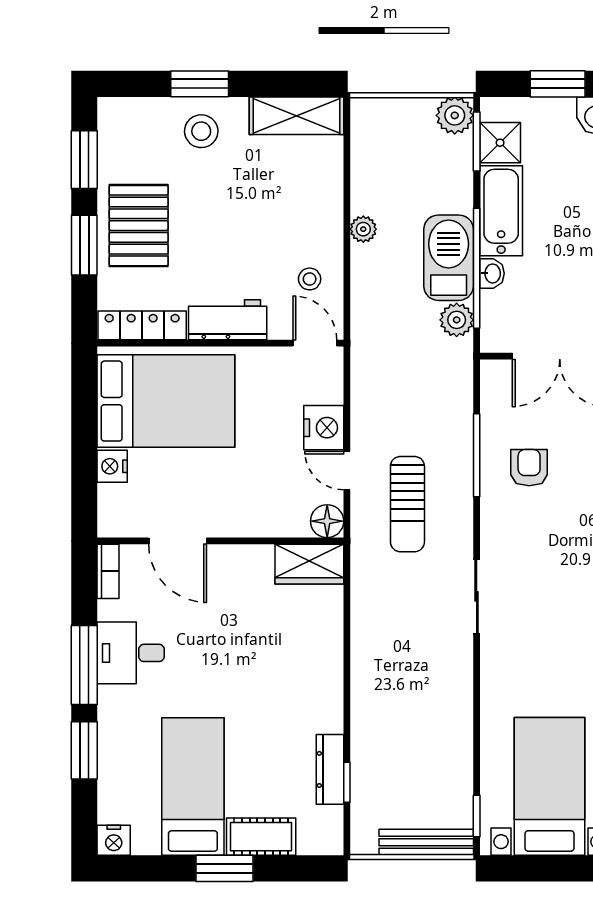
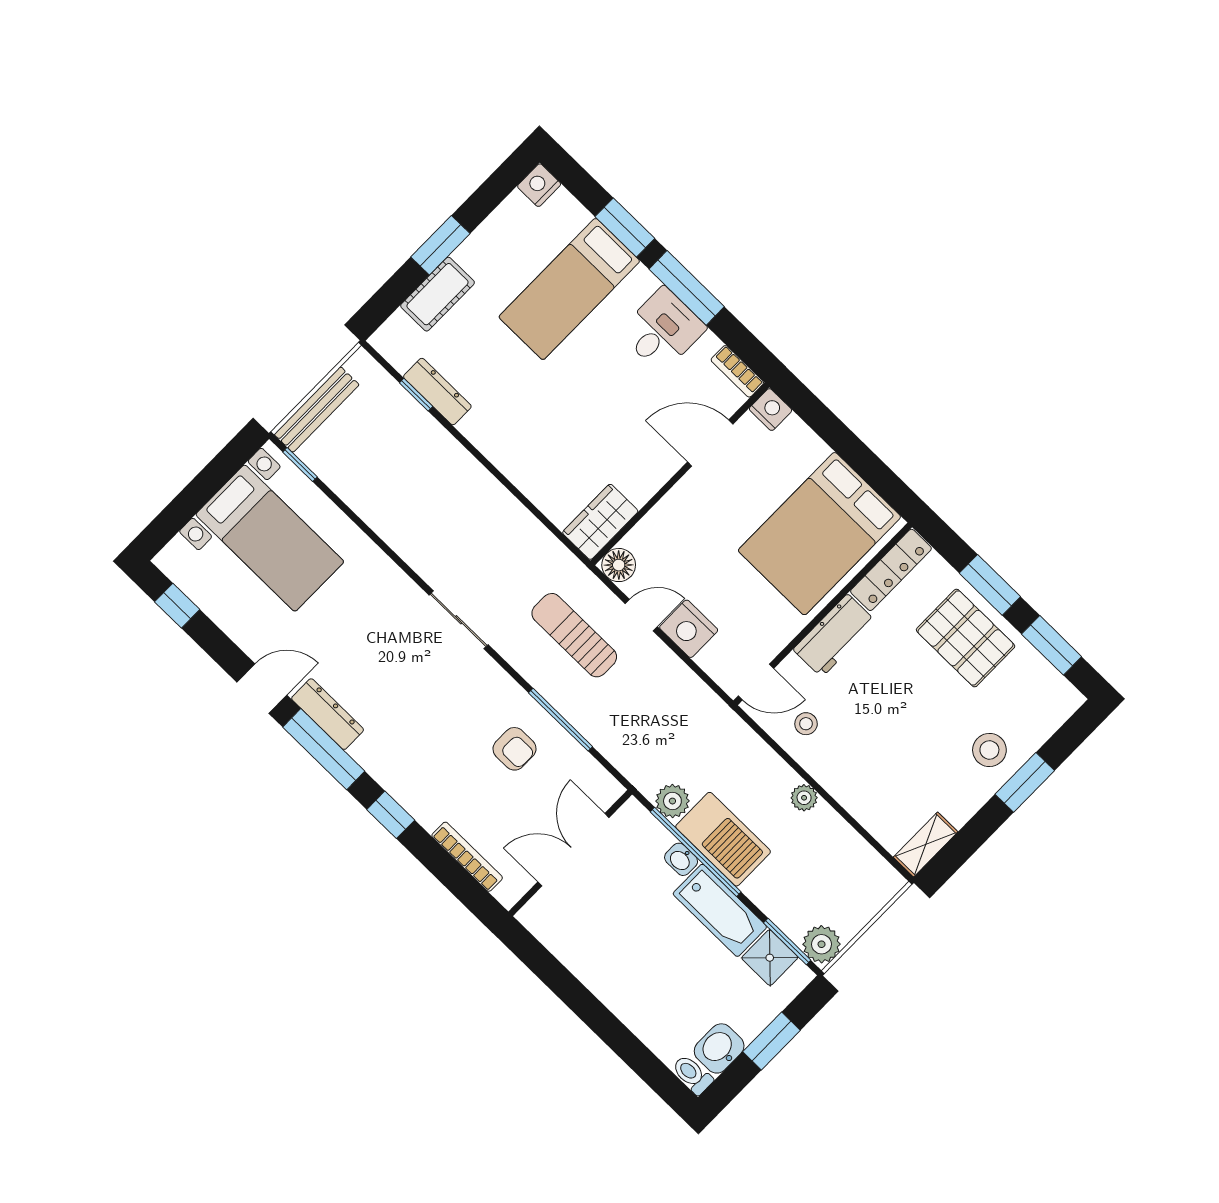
shelving: (296, 116) -> (926, 844), width x0.67, depth x0.75
nightstand: (112, 466) -> (770, 410), moved
bed: (193, 787) -> (569, 289), moved, turned 90

